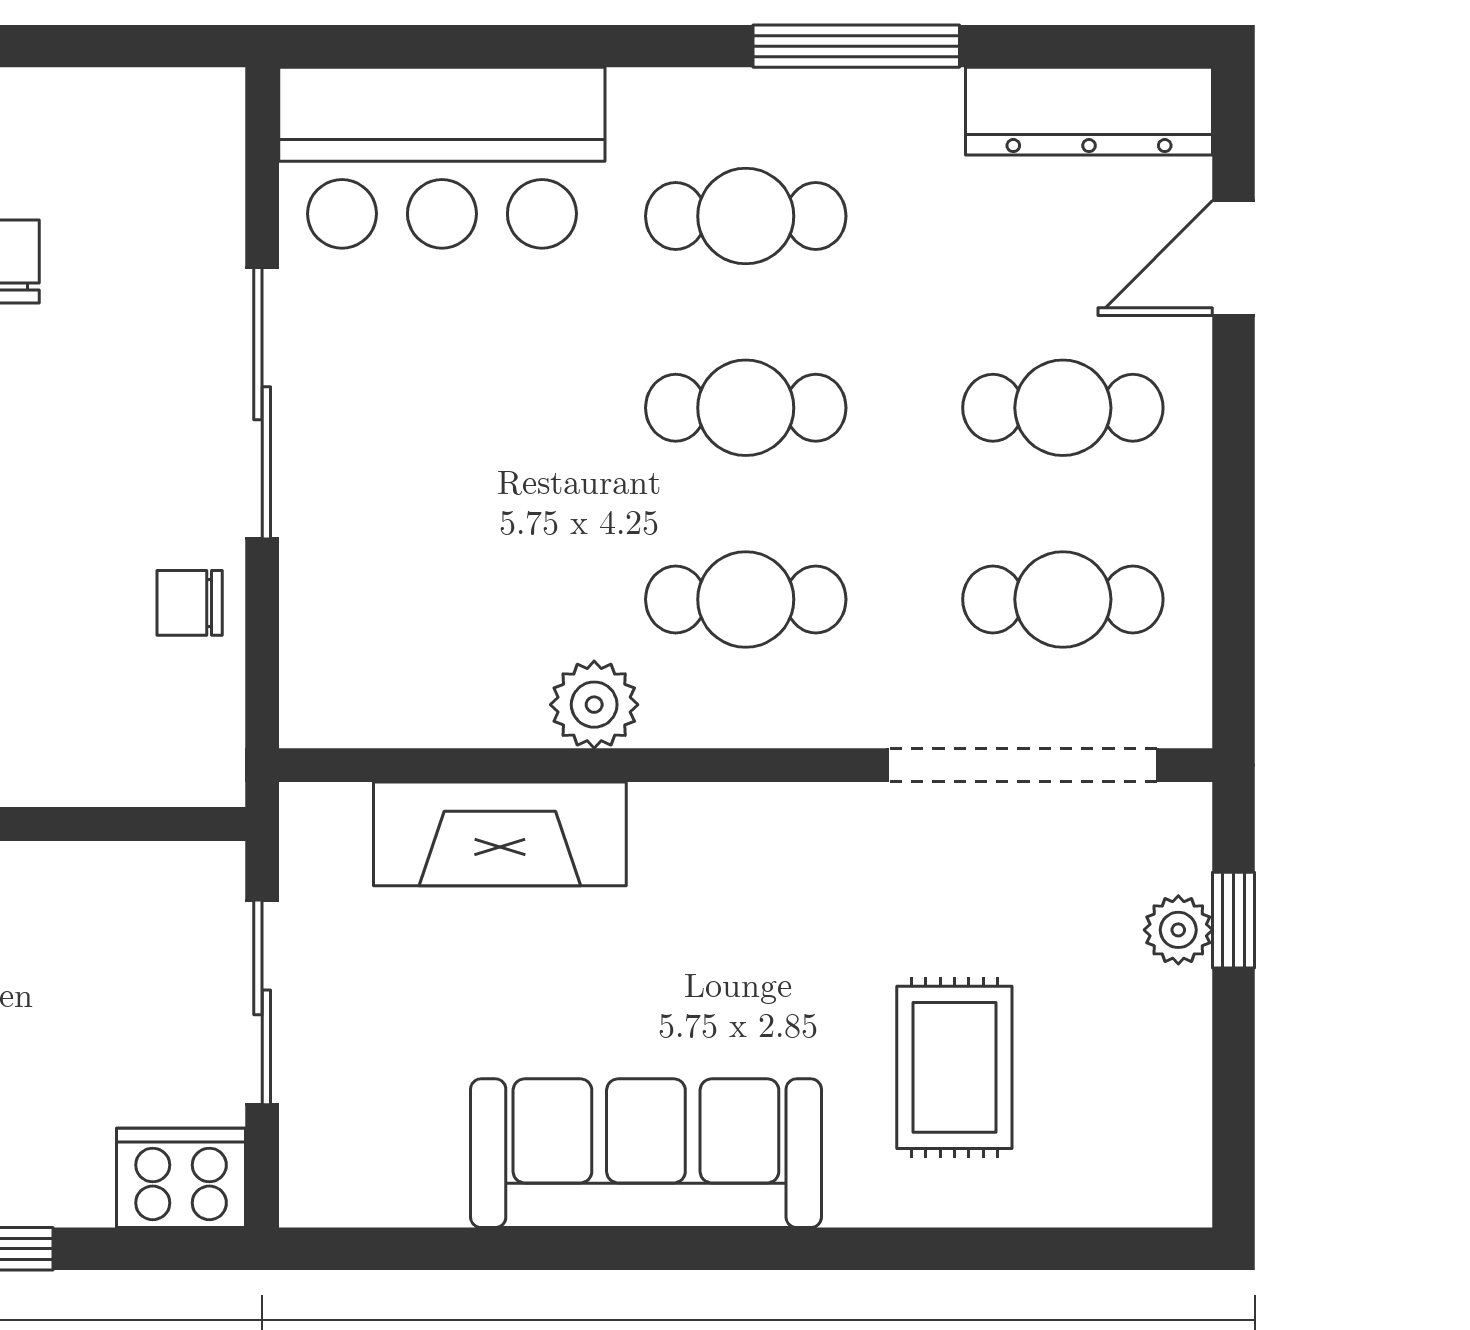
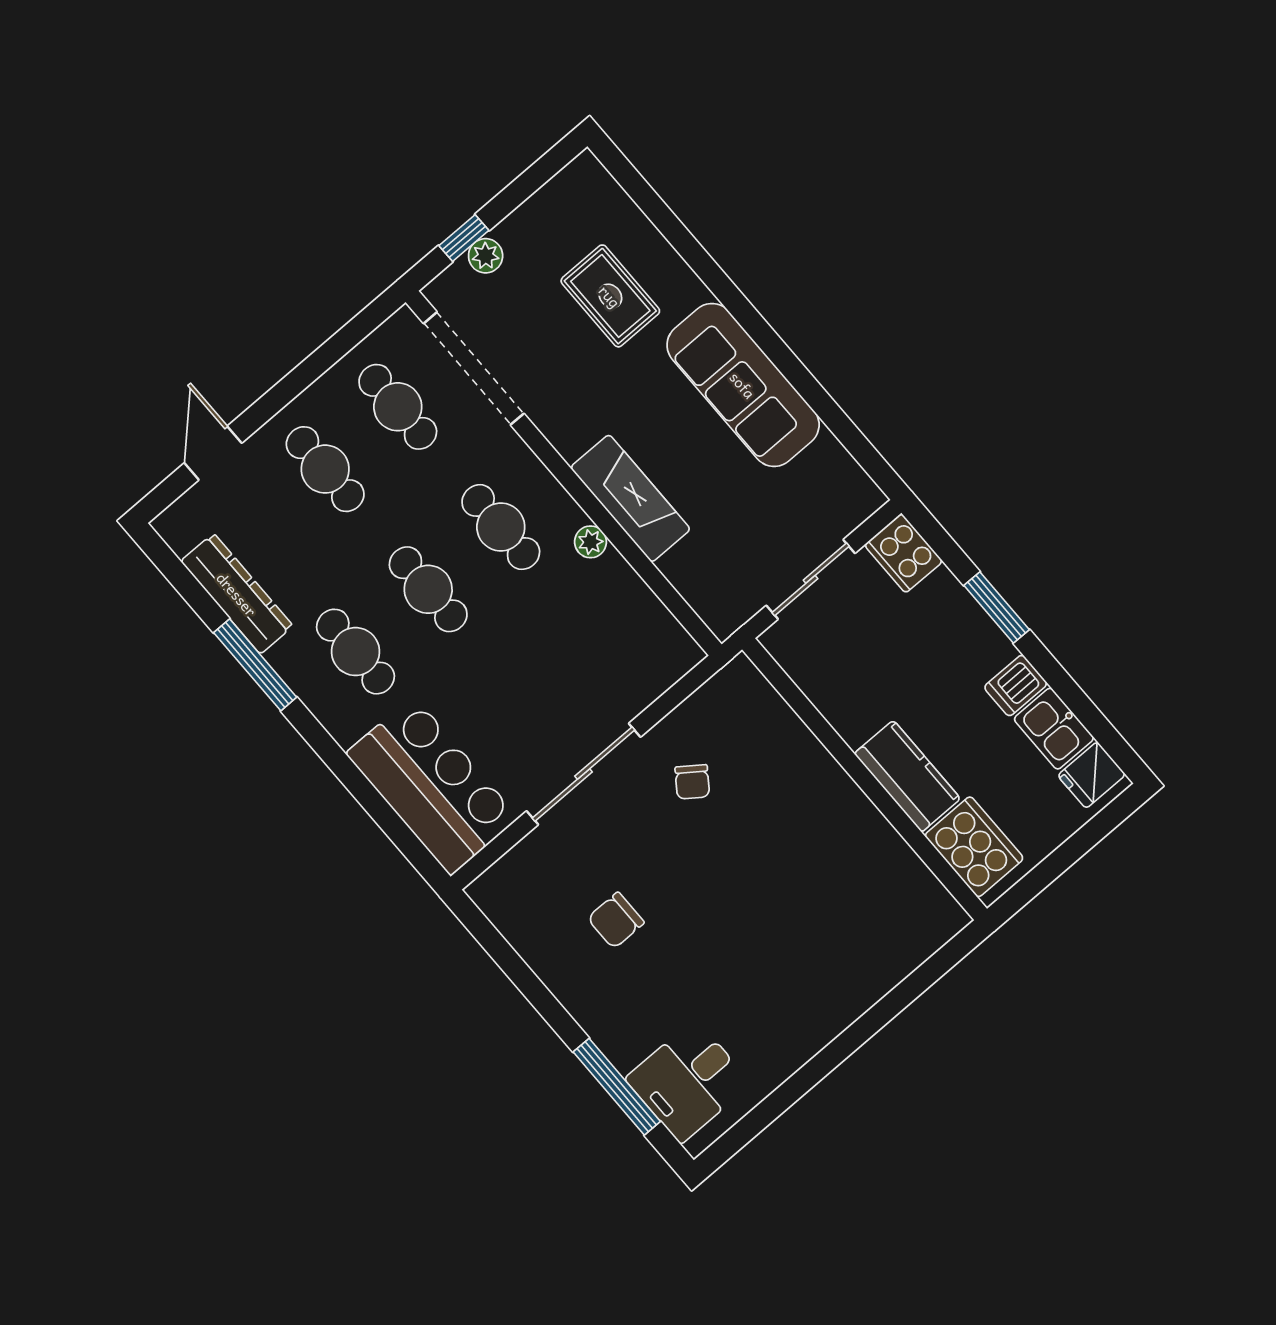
dresser: (1089, 111) -> (237, 594), moved
door: (1233, 258) -> (213, 453), swing flipped
chair: (190, 603) -> (692, 782), moved, turned 36
plant: (594, 705) -> (591, 542), width x0.73, depth x0.73
fireplace: (500, 834) -> (630, 498), moved
rug: (954, 1067) -> (610, 296), turned 90

